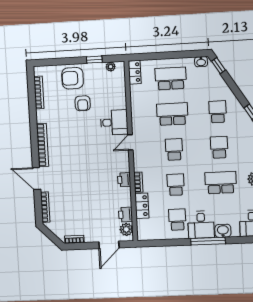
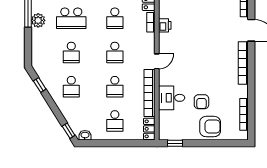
window: (94, 60) -> (175, 143), moved
plant: (111, 67) -> (172, 136), removed
school desk: (171, 79) -> (115, 121), width x0.54
armchair: (83, 103) -> (201, 102), turned 180
bookcase: (136, 109) -> (150, 93), added
school desk: (172, 114) -> (115, 87), width x0.54
desk: (114, 122) -> (172, 98), moved

